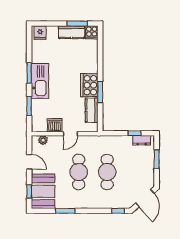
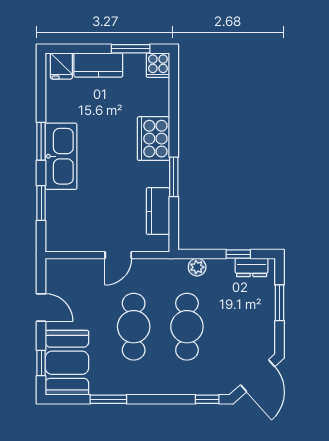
kitchen counter: (72, 32) -> (98, 65), moved
cooker: (89, 85) -> (153, 139), moved
dishwasher: (55, 125) -> (89, 239), removed
plant: (43, 140) -> (197, 267), moved

